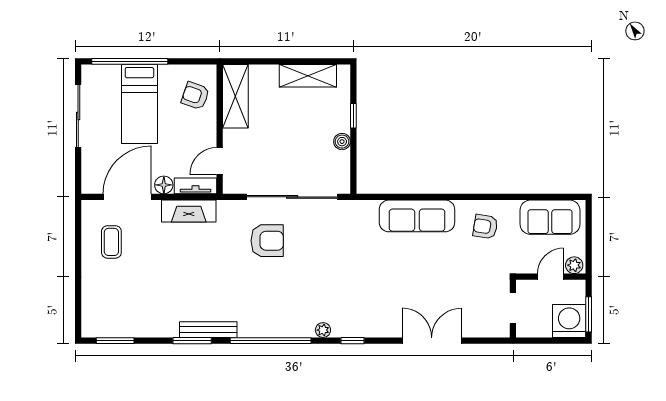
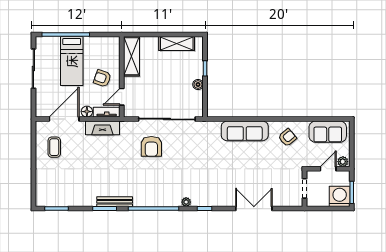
armchair: (195, 96) -> (102, 78), moved
armchair: (485, 227) -> (287, 138), turned 131
armchair: (267, 241) -> (151, 146), turned 90

